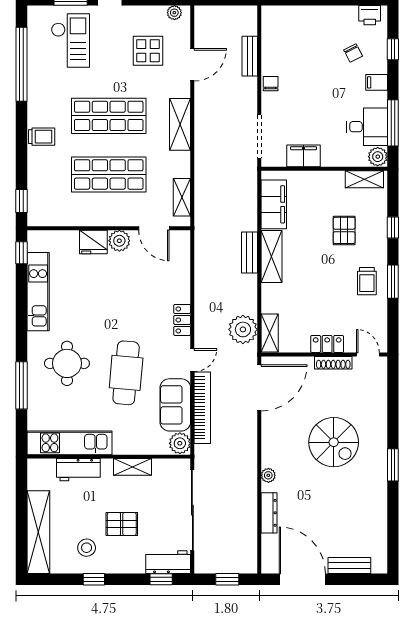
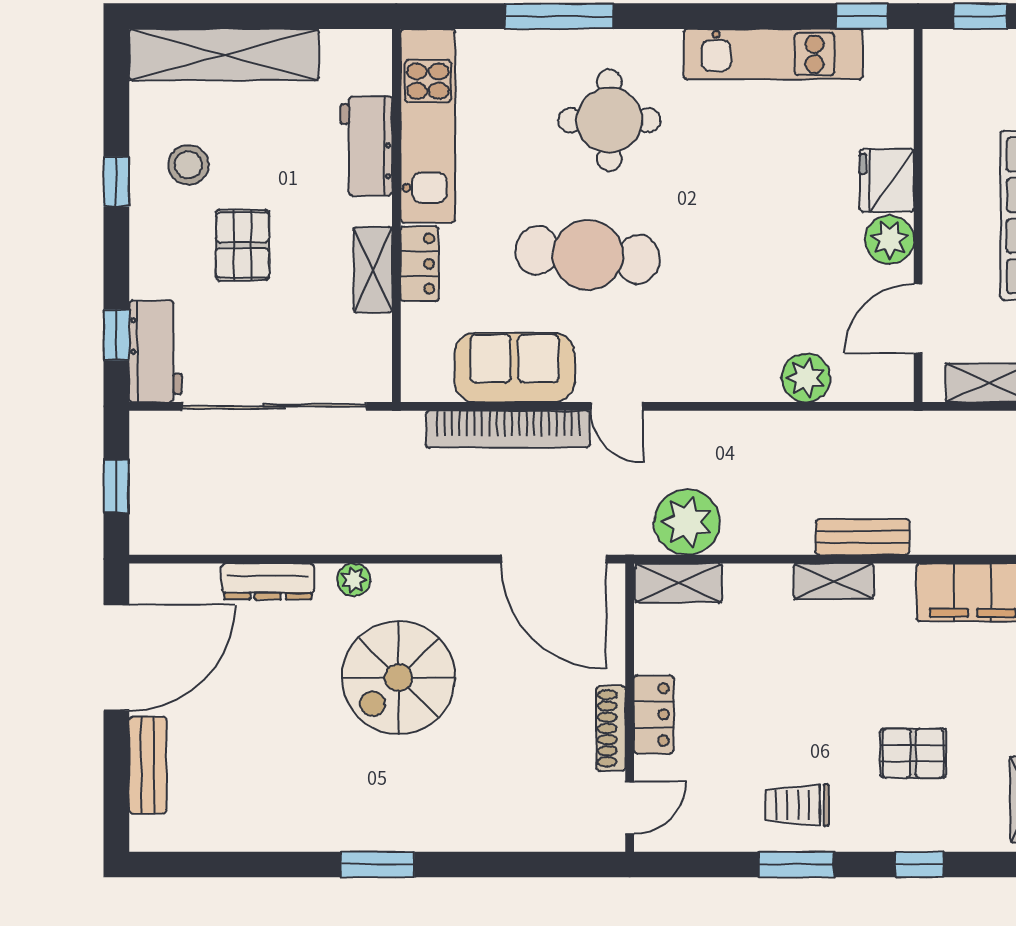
shelving: (271, 256) -> (834, 581), width x0.67, depth x0.75
locker: (182, 320) -> (420, 264), moved, turned 90
spiral stairs: (334, 442) -> (399, 678), moved
plant: (180, 443) -> (806, 378), moved

